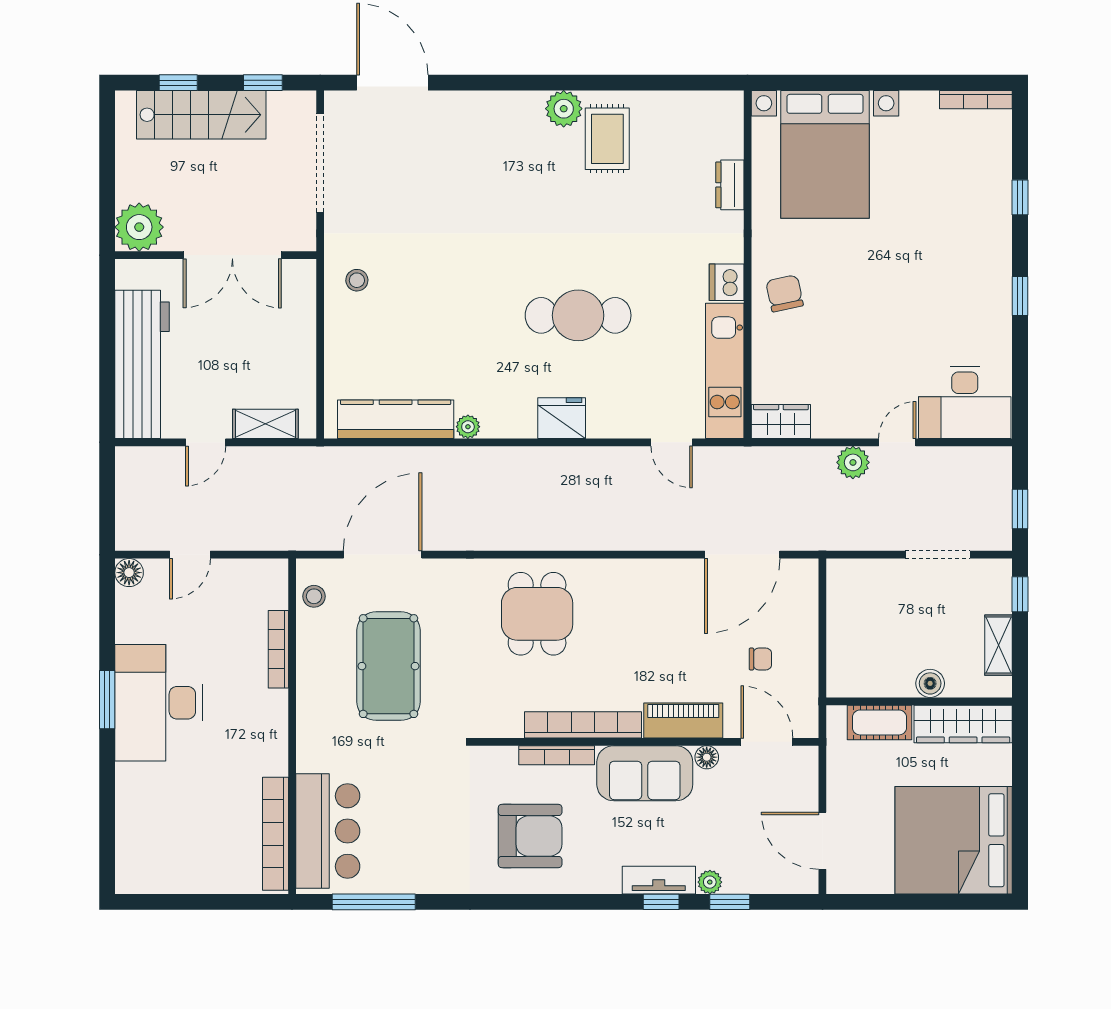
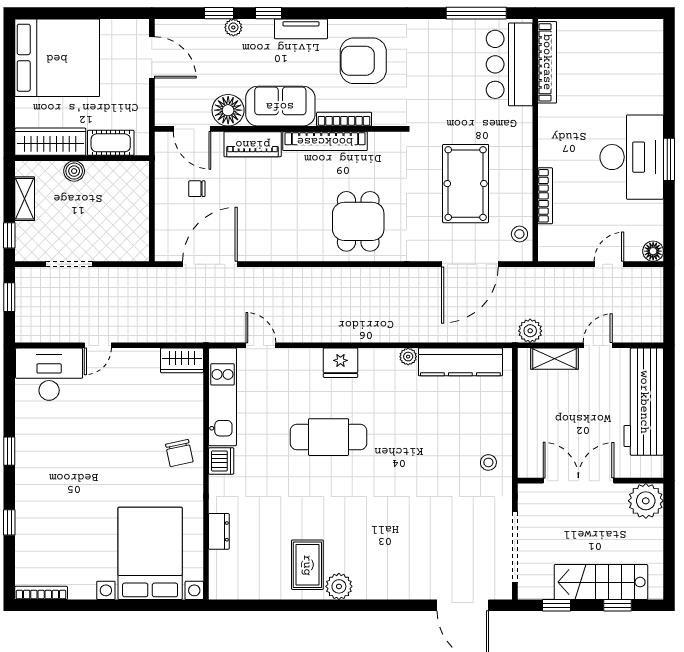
plant: (853, 462) -> (530, 331), moved
floor lamp: (707, 757) -> (228, 110), width x1.89, depth x1.89
tv unit: (659, 880) -> (301, 29), moved

